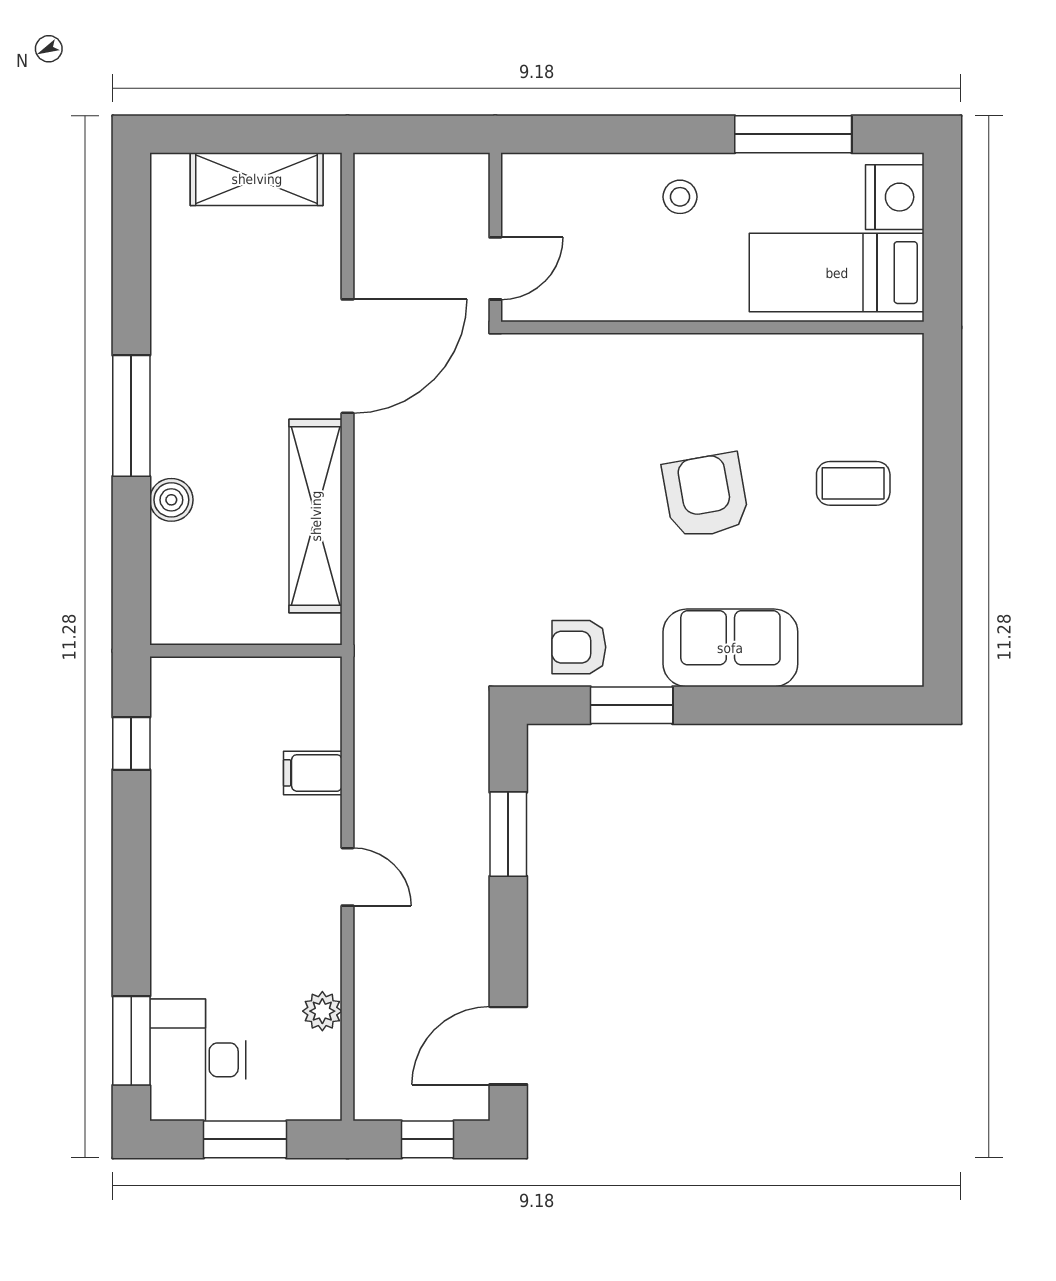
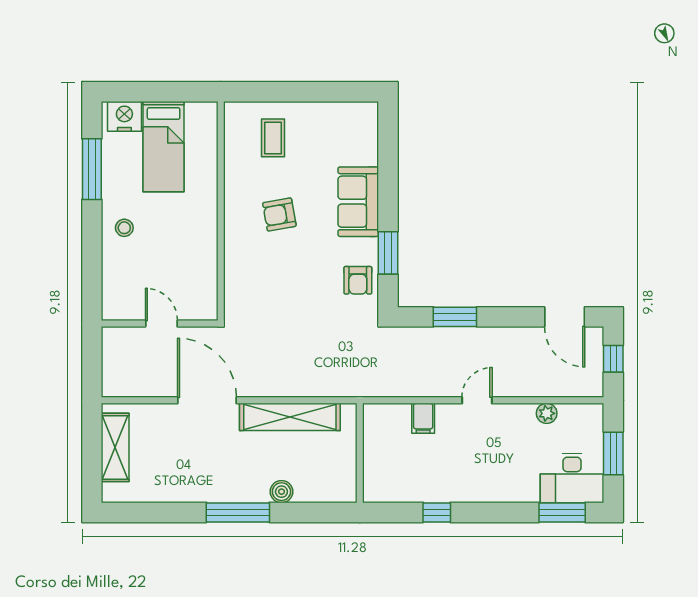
wall: (712, 327) -> (221, 211), moved
armchair: (706, 496) -> (279, 214), width x0.72, depth x0.72
window: (131, 743) -> (437, 512), moved

